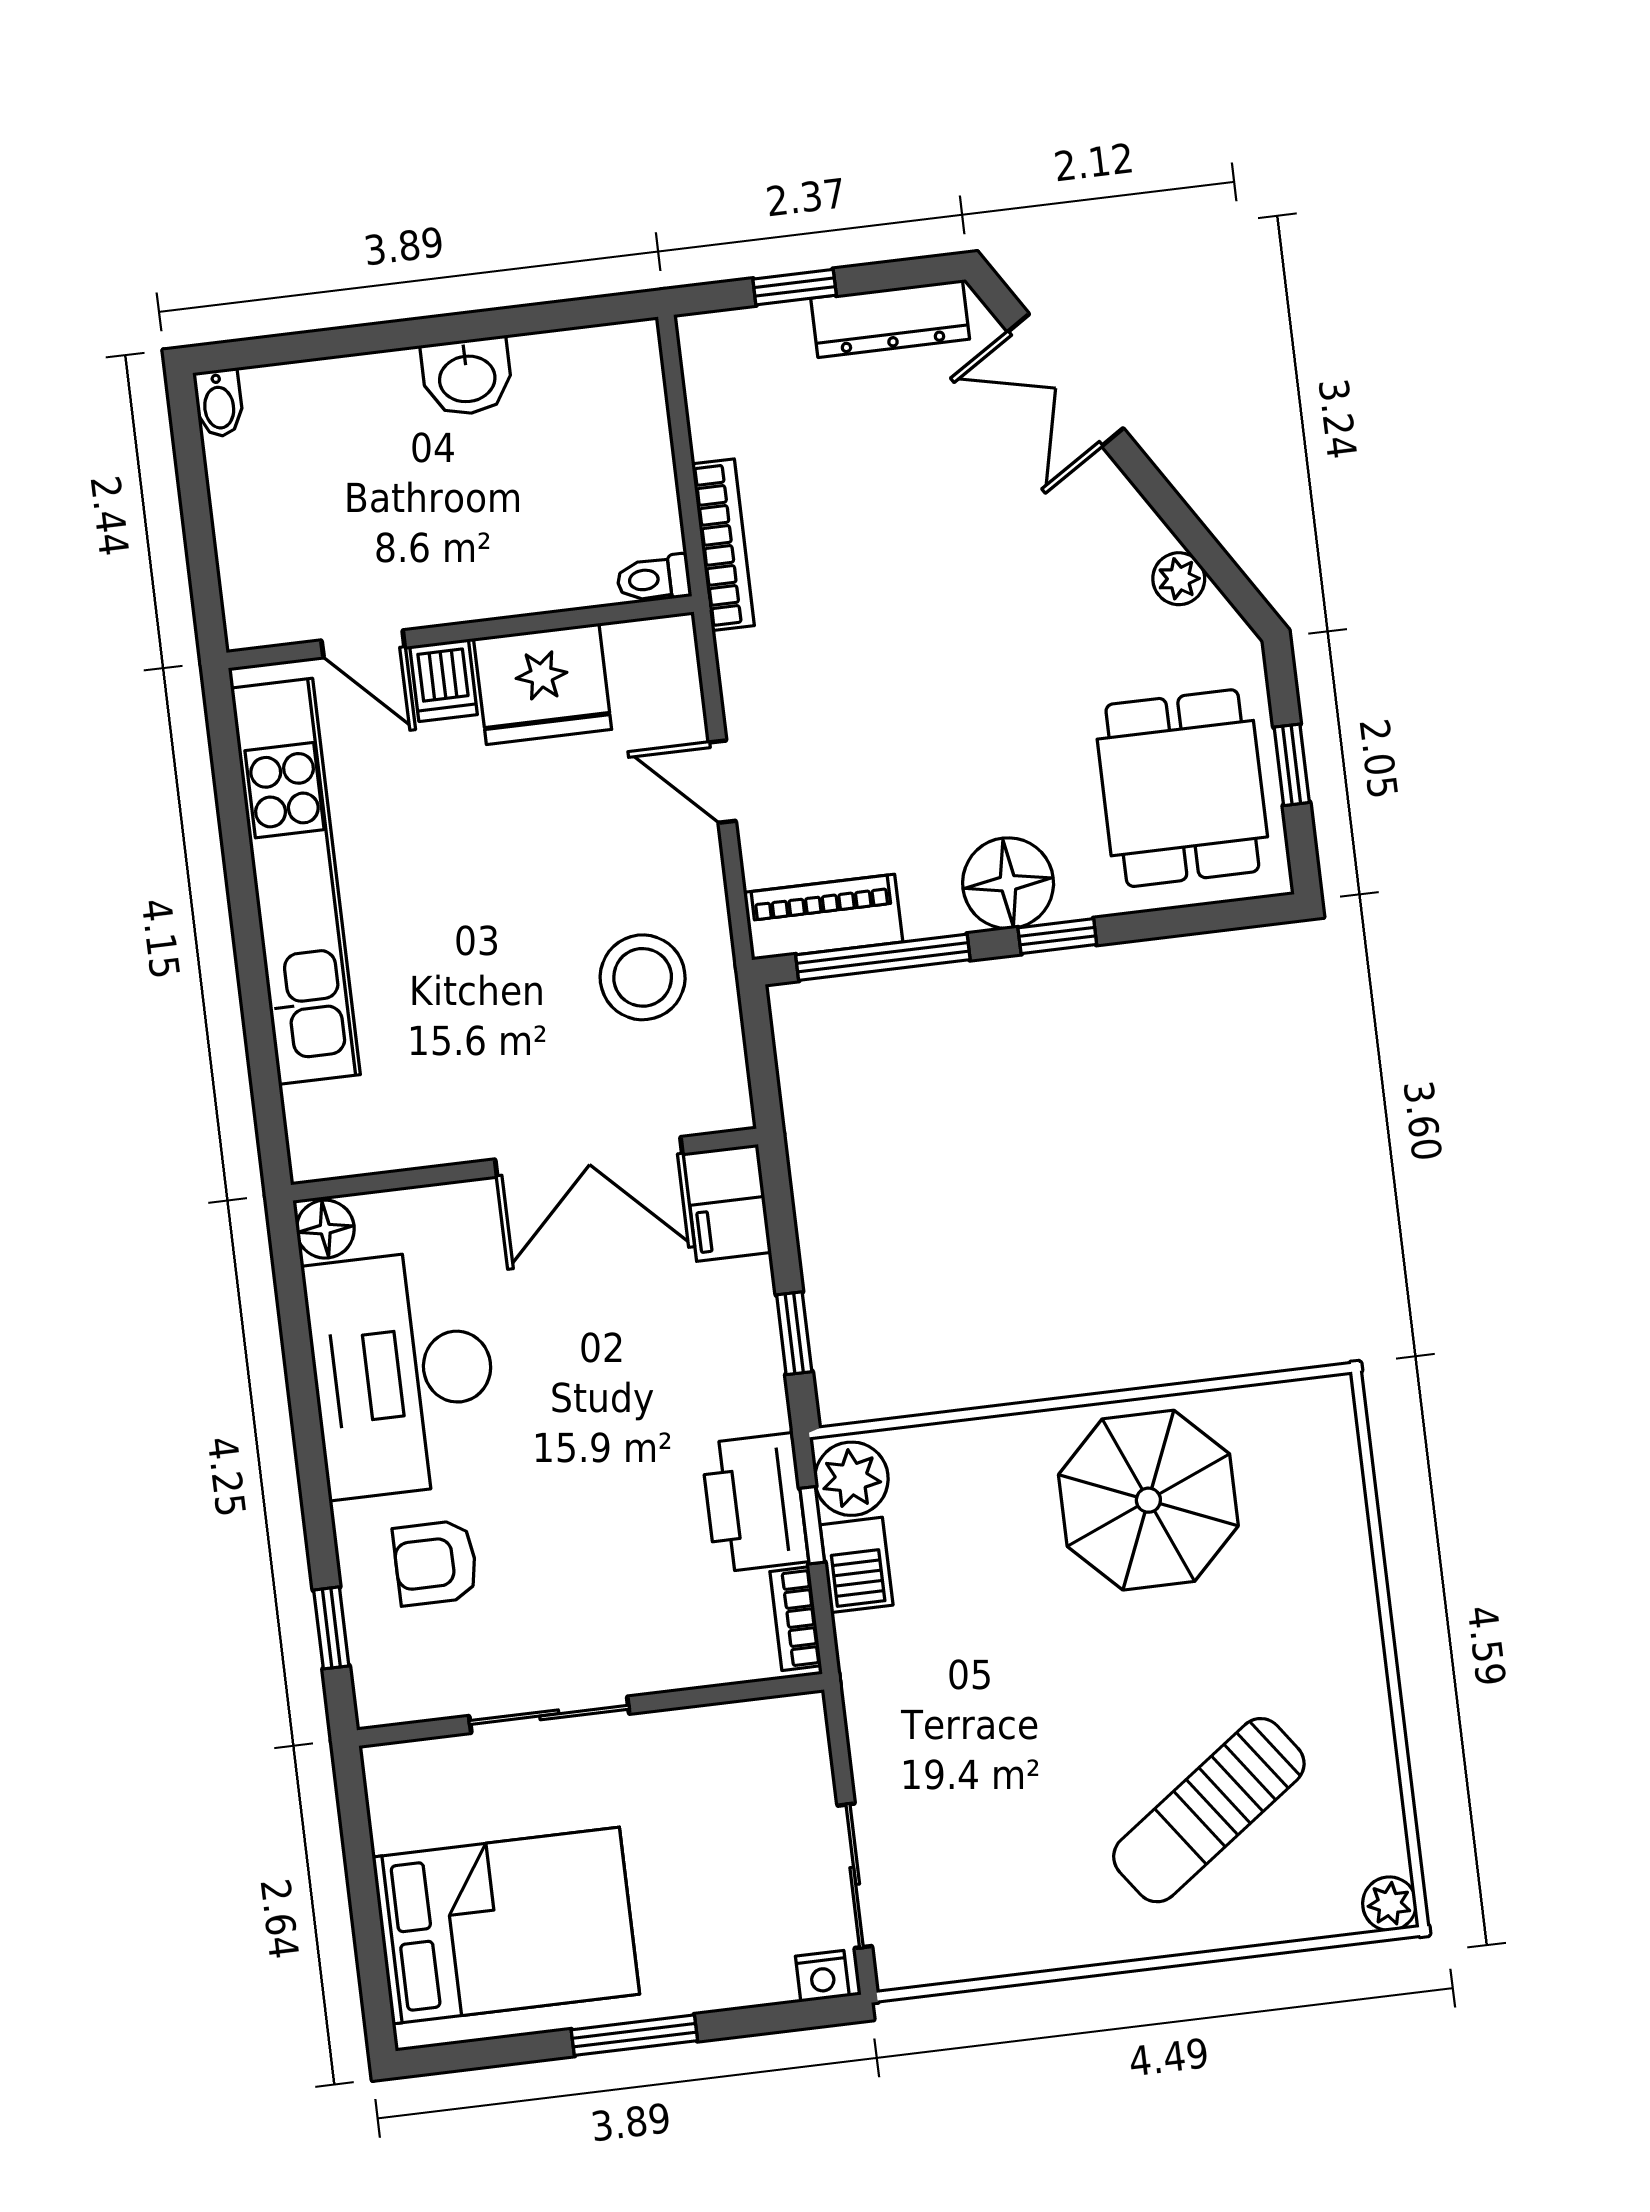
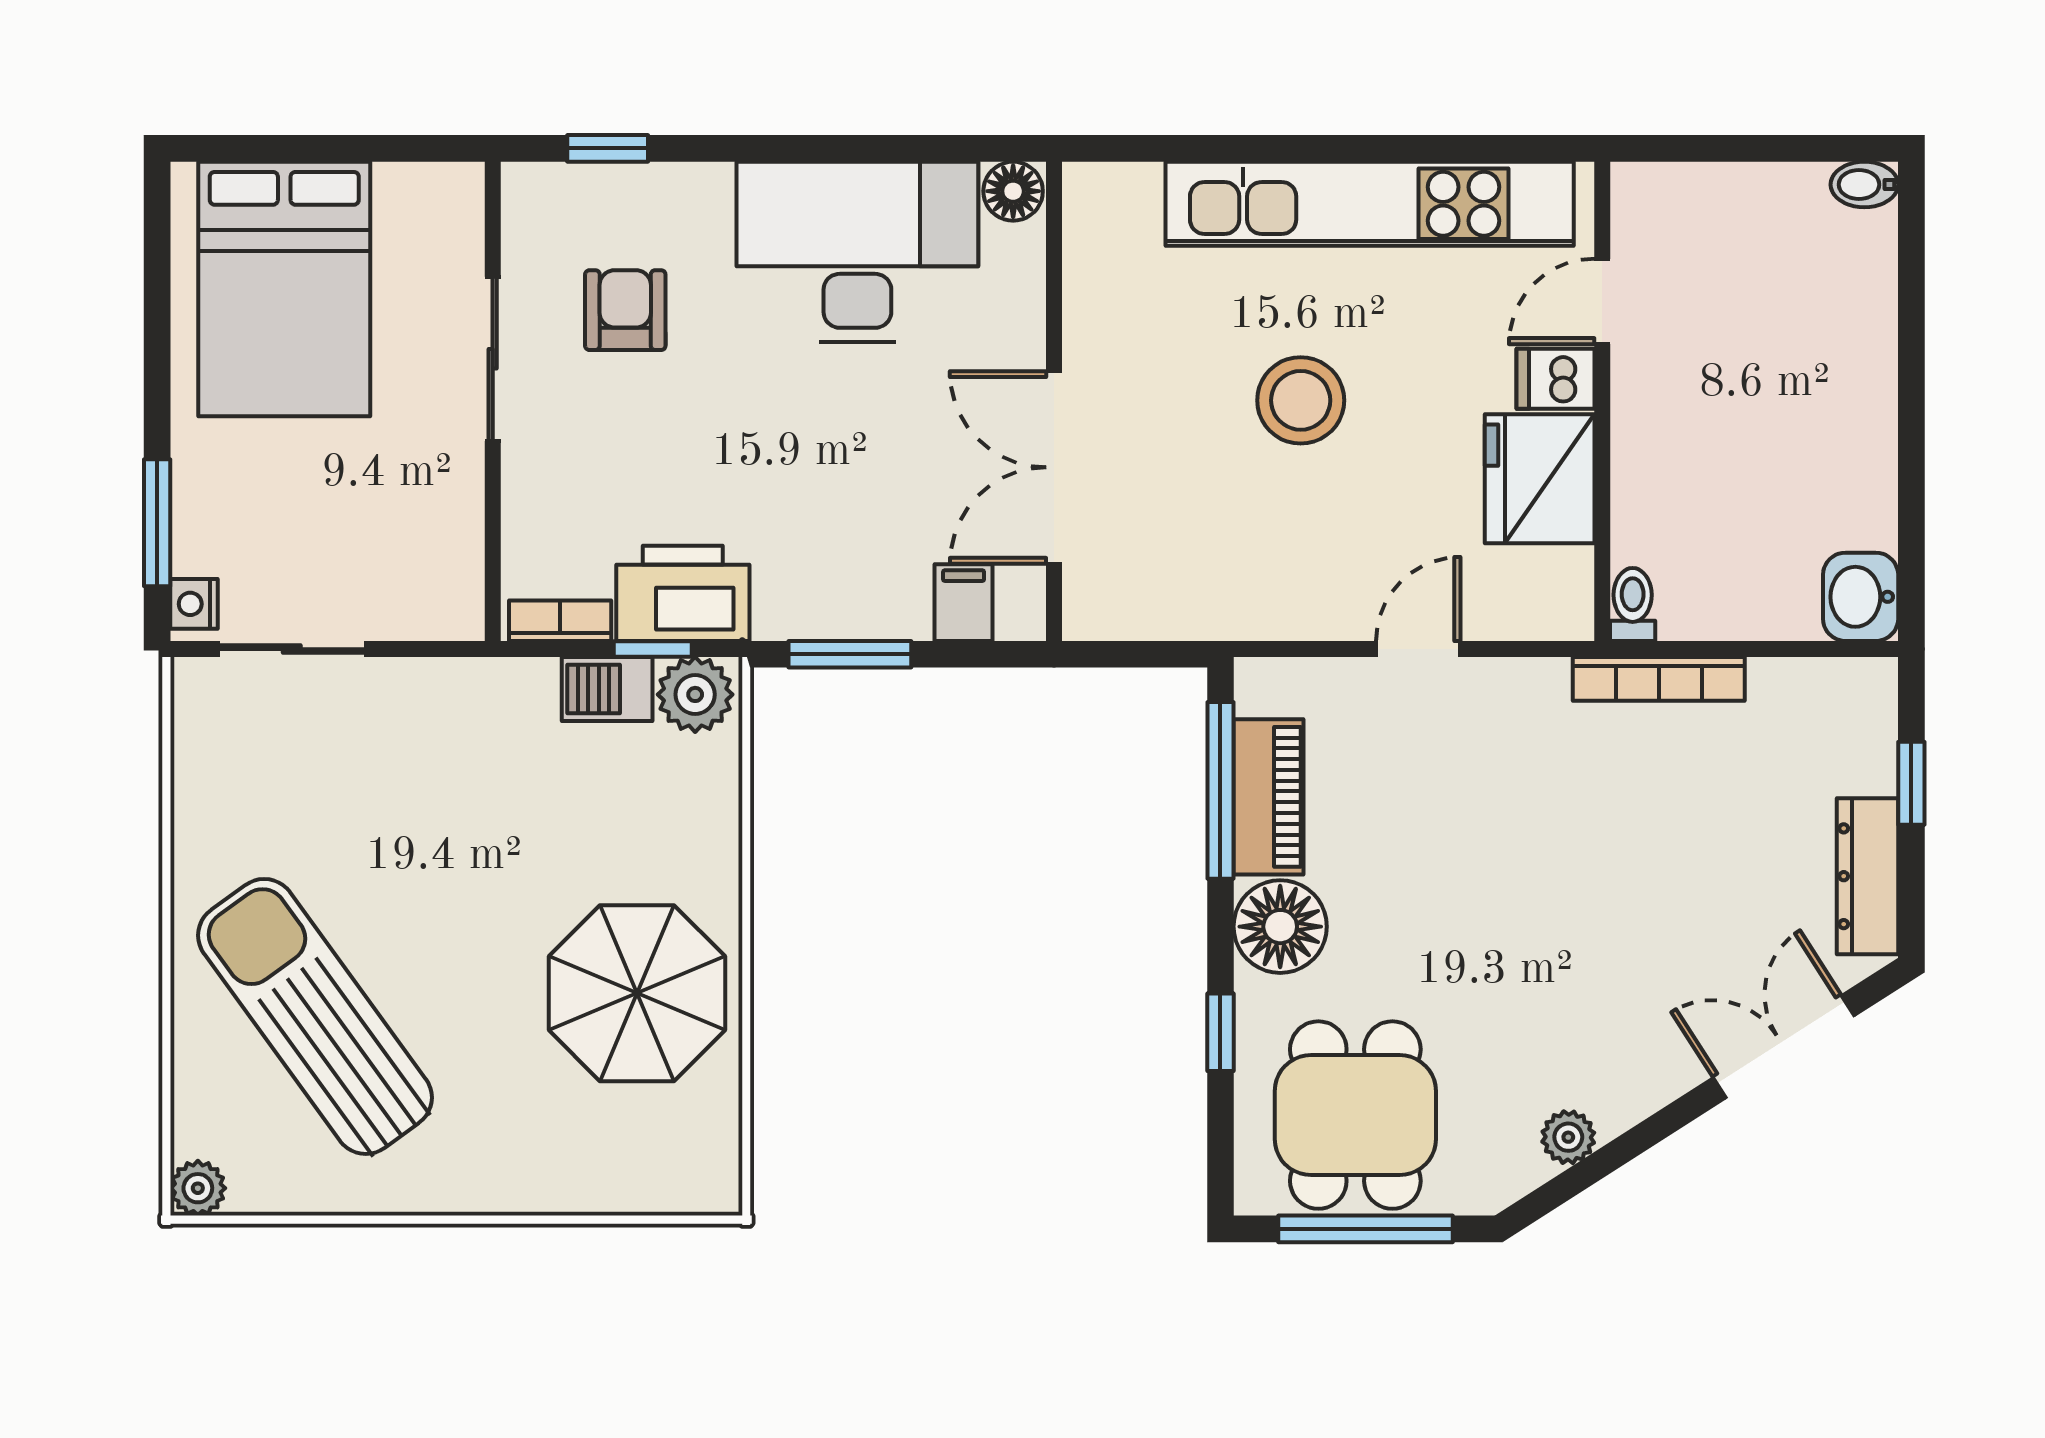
washbasin: (467, 377) -> (1861, 597), moved
window: (1292, 765) -> (1365, 1229), width x2.17
dining table: (1182, 788) -> (1355, 1115), turned 90
piano: (823, 917) -> (1268, 797), moved
window: (1057, 936) -> (1220, 1032), moved
stool: (643, 977) -> (1301, 400), moved
window: (794, 1333) -> (850, 654), width x1.50
armchair: (436, 1563) -> (625, 310), moved
sun lounger: (1209, 1810) -> (315, 1016), width x1.36, depth x1.34
window: (634, 2035) -> (157, 523), moved

